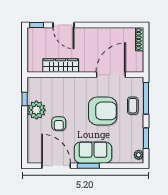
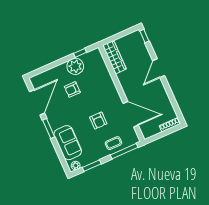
door: (63, 25) -> (159, 68), moved
wardrobe: (61, 65) -> (114, 57), moved
armchair: (103, 111) -> (98, 121), width x0.53, depth x0.53
sofa: (93, 153) -> (68, 143), moved

